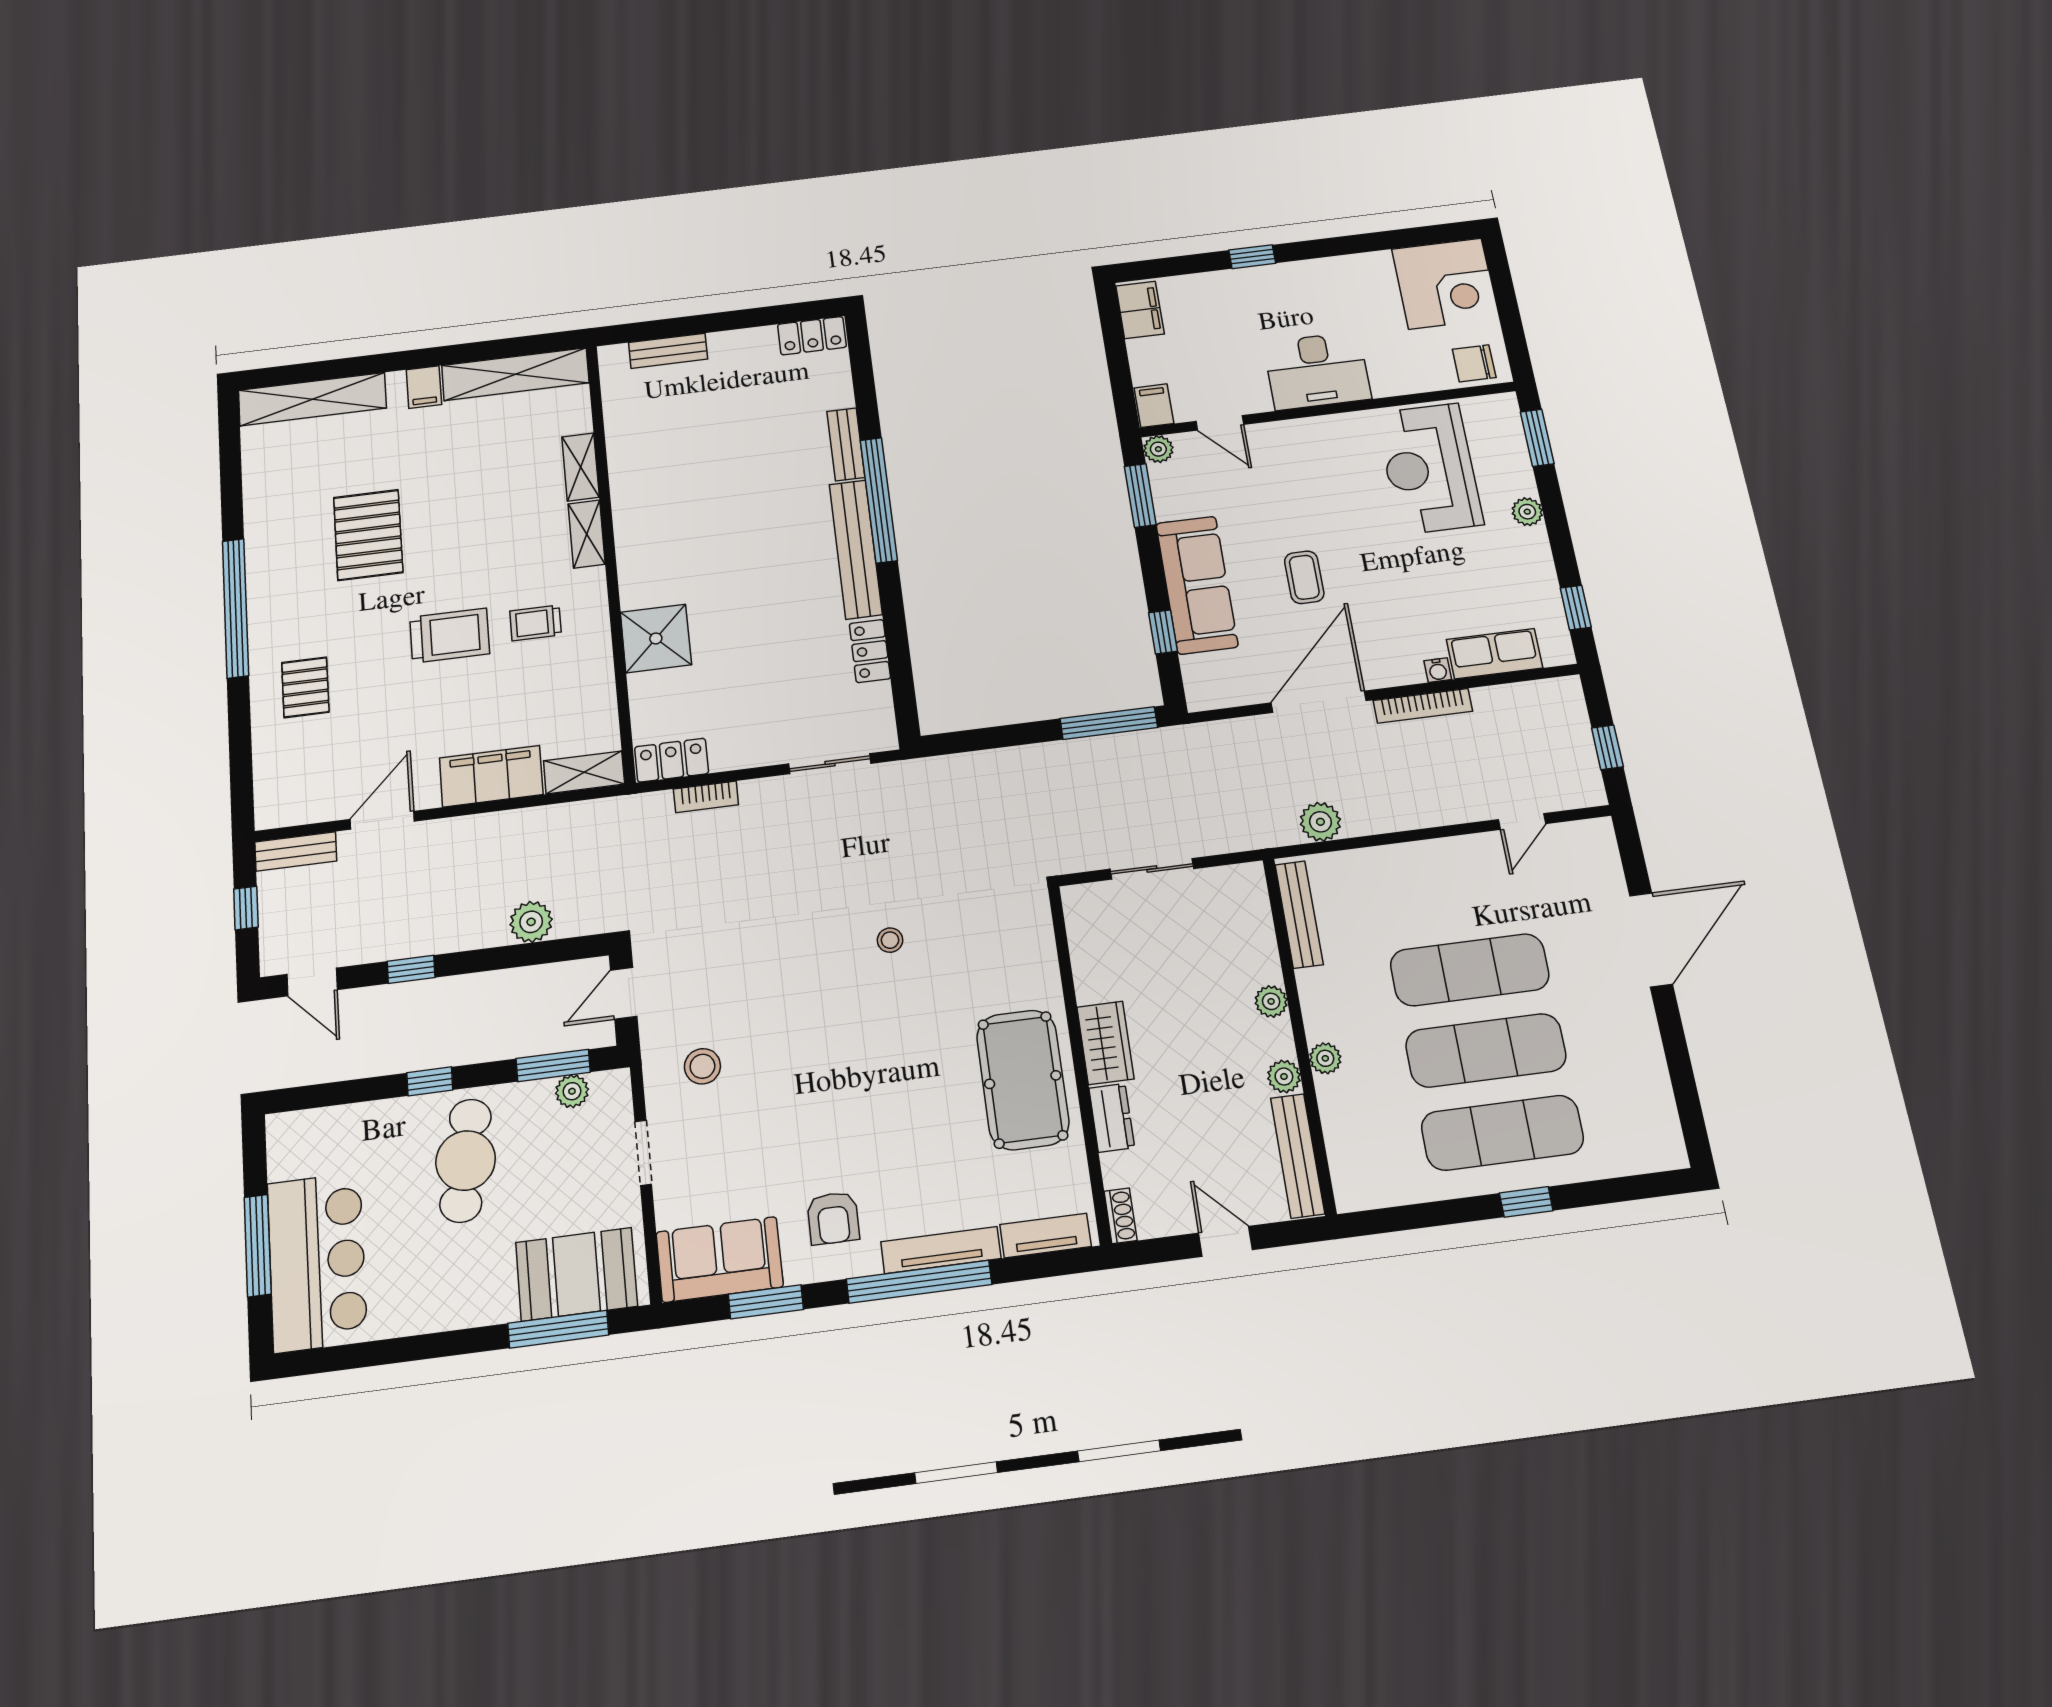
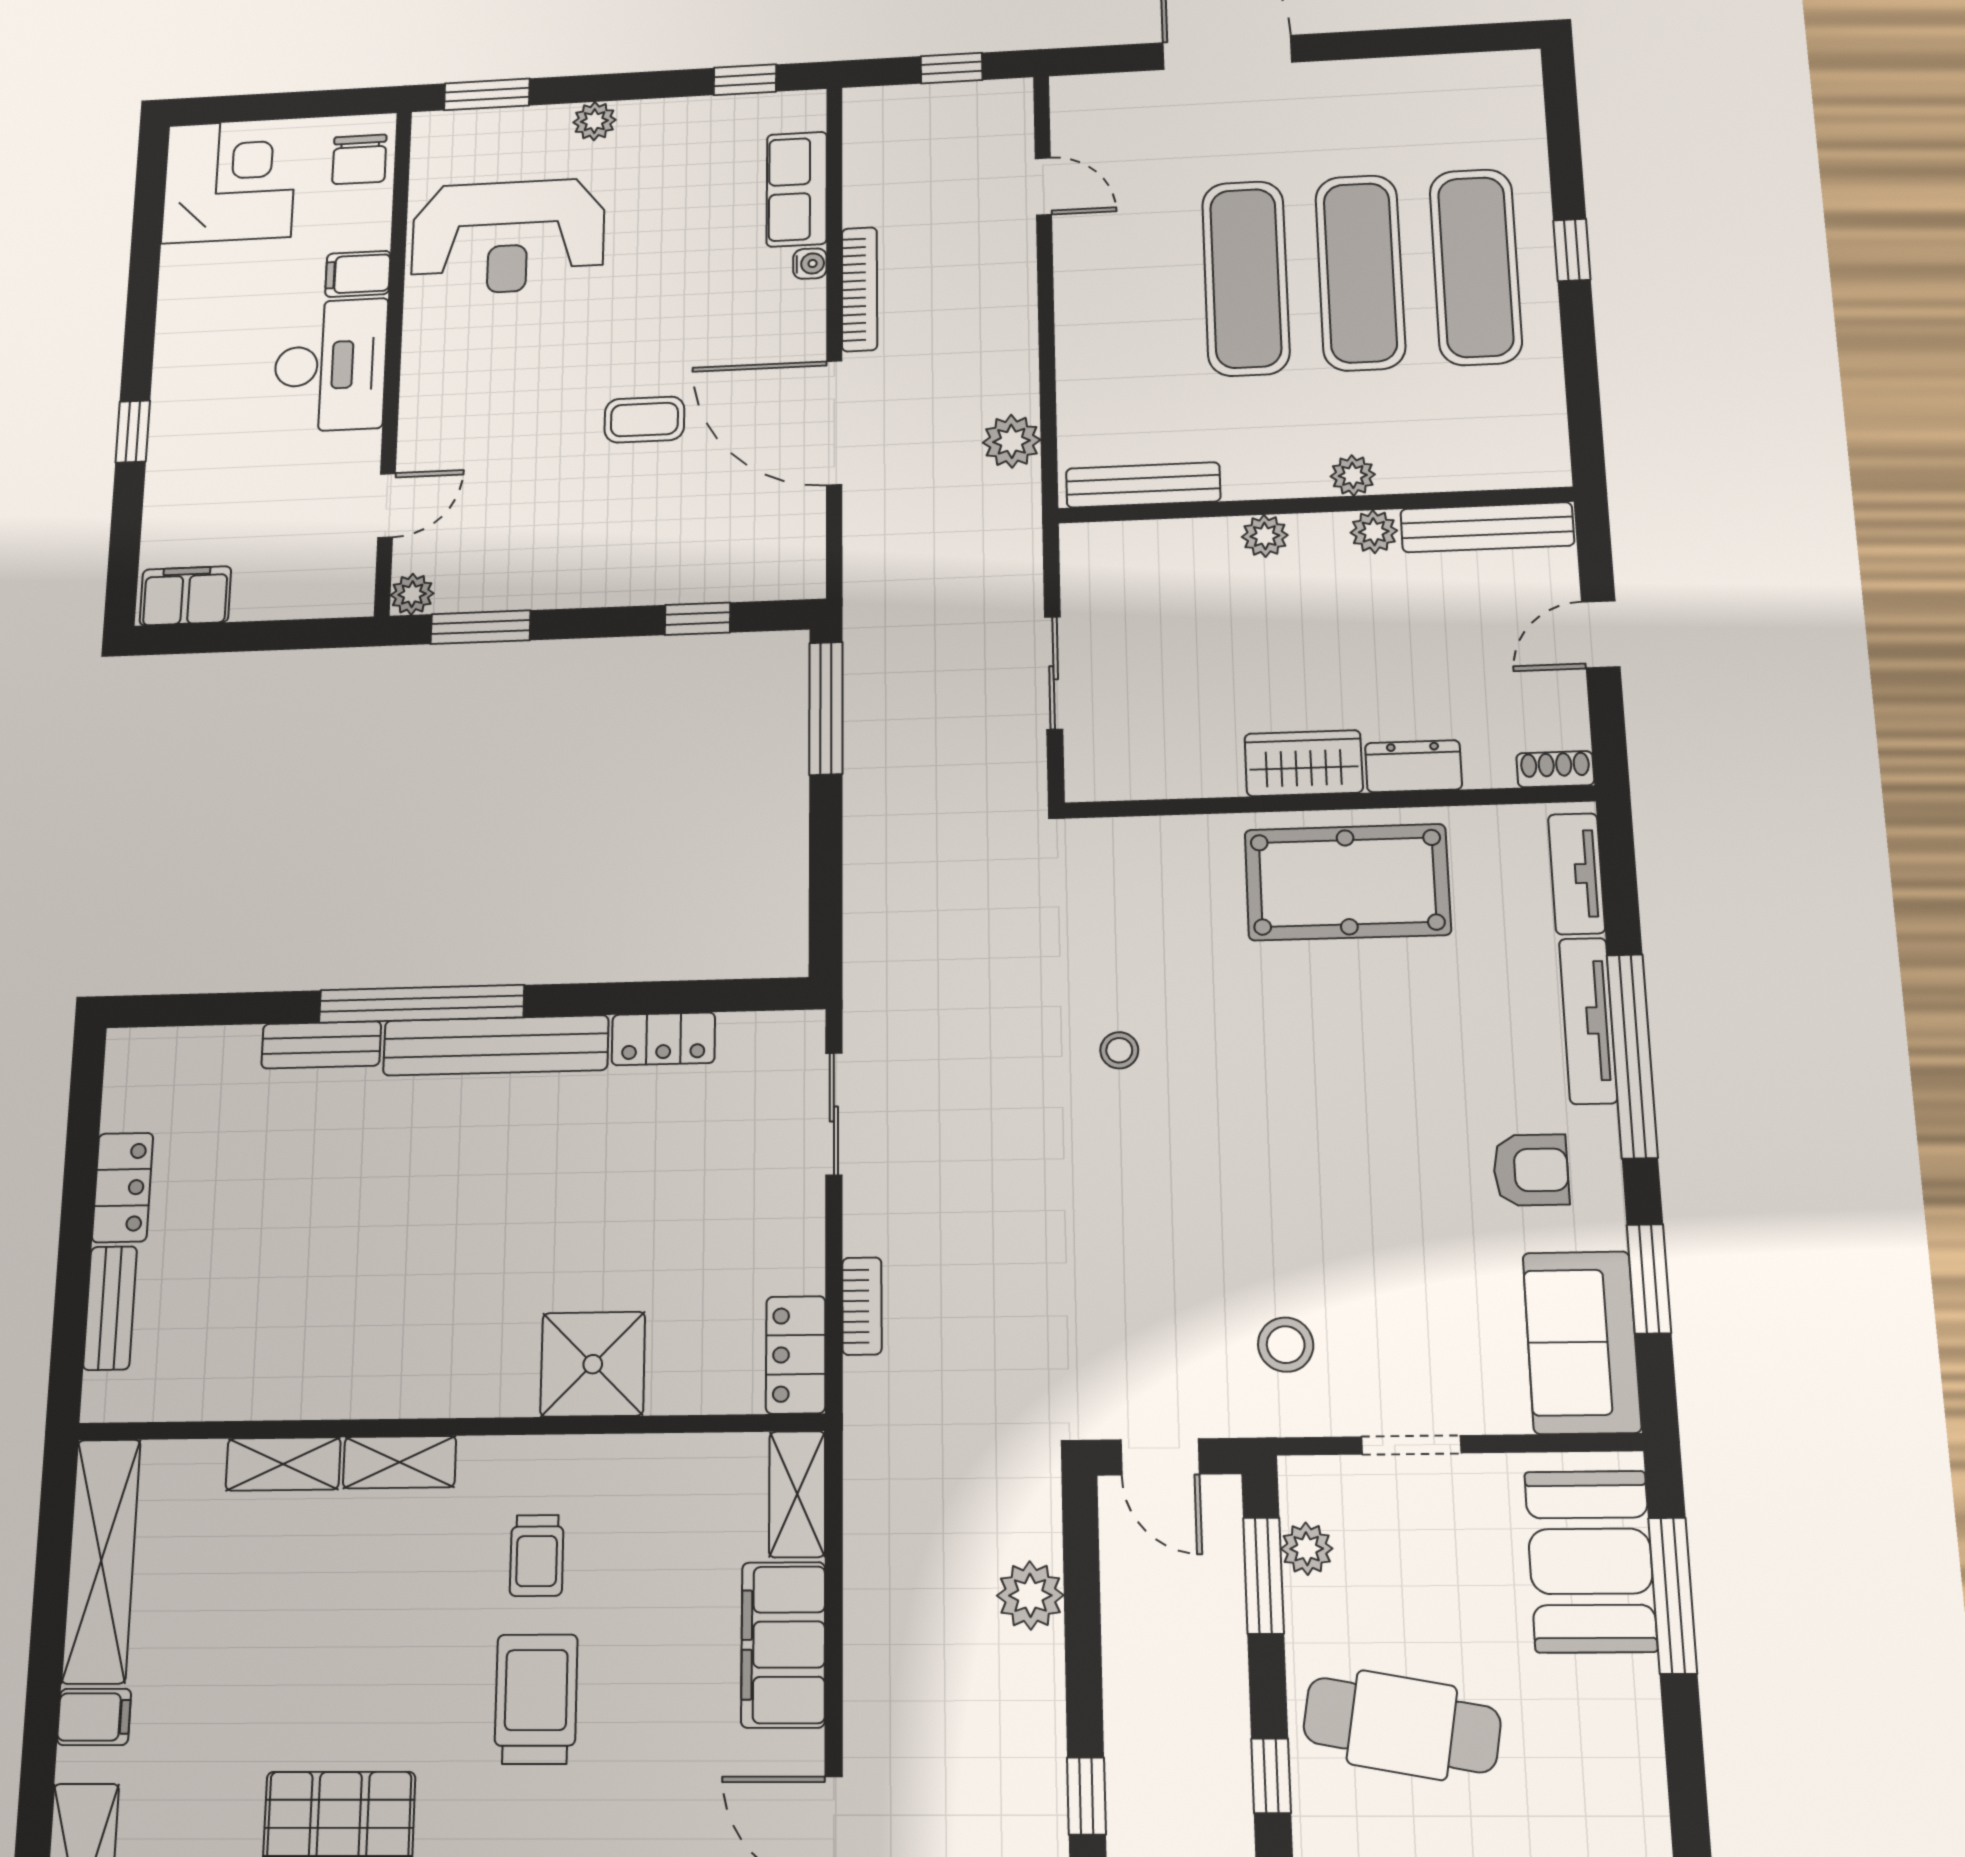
locker: (812, 336) -> (123, 1187), moved
filing cabinet: (1154, 406) -> (358, 274), moved
sofa: (1197, 585) -> (632, 565), removed

